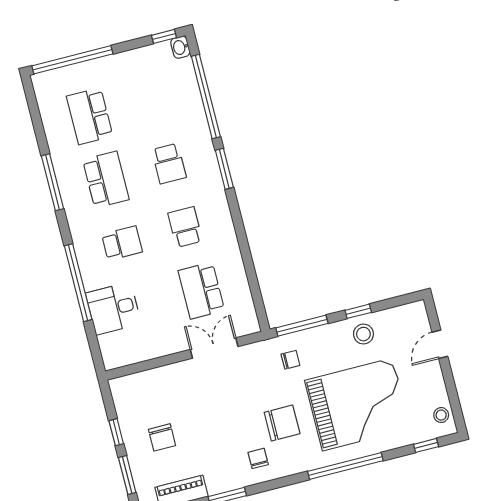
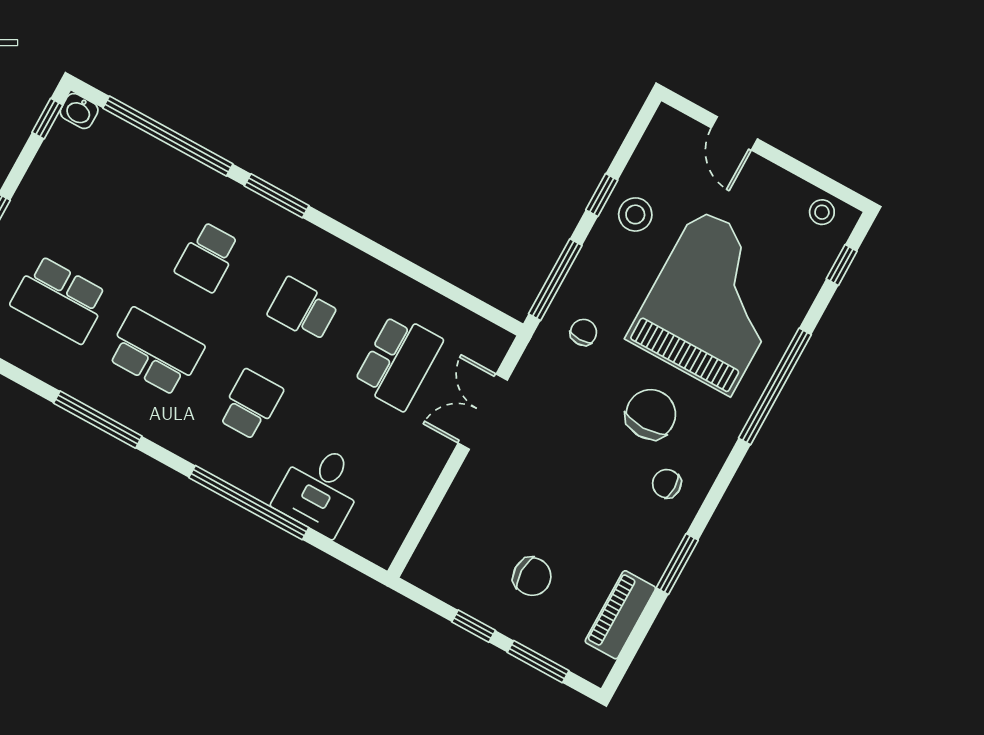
school desk: (169, 164) -> (207, 257), turned 90
school desk: (201, 291) -> (398, 362), turned -90

